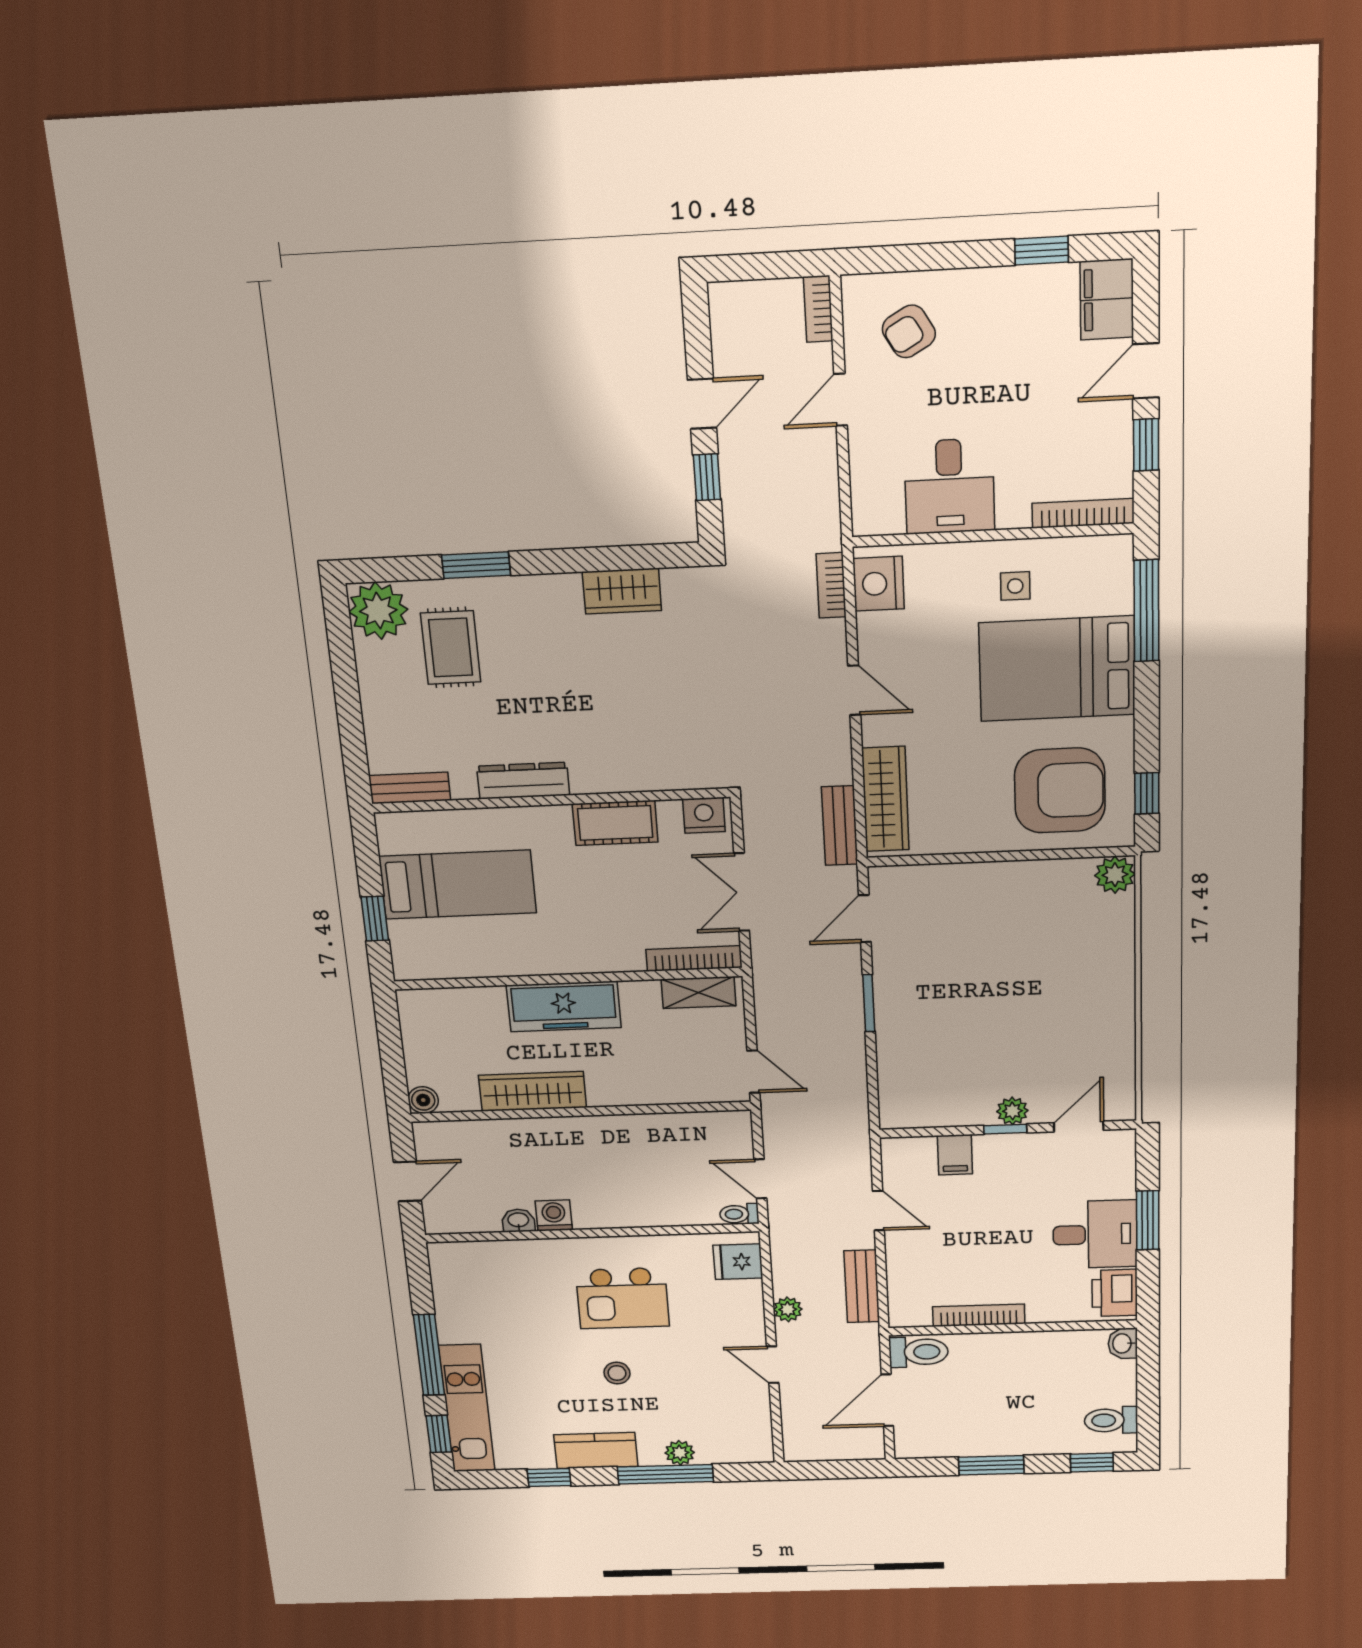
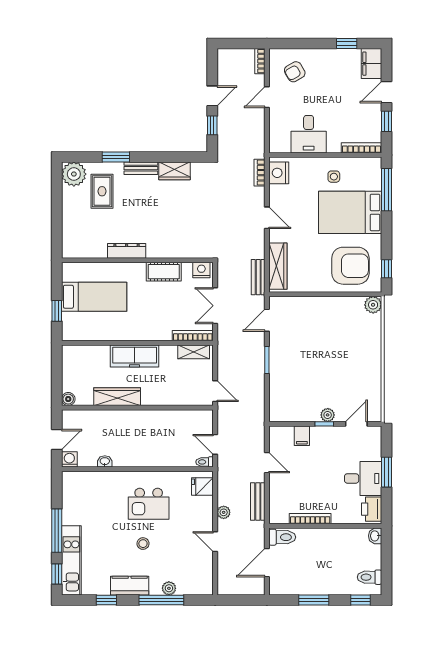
bench: (410, 788) -> (141, 168), moved
washing machine: (554, 1215) -> (69, 459), moved

